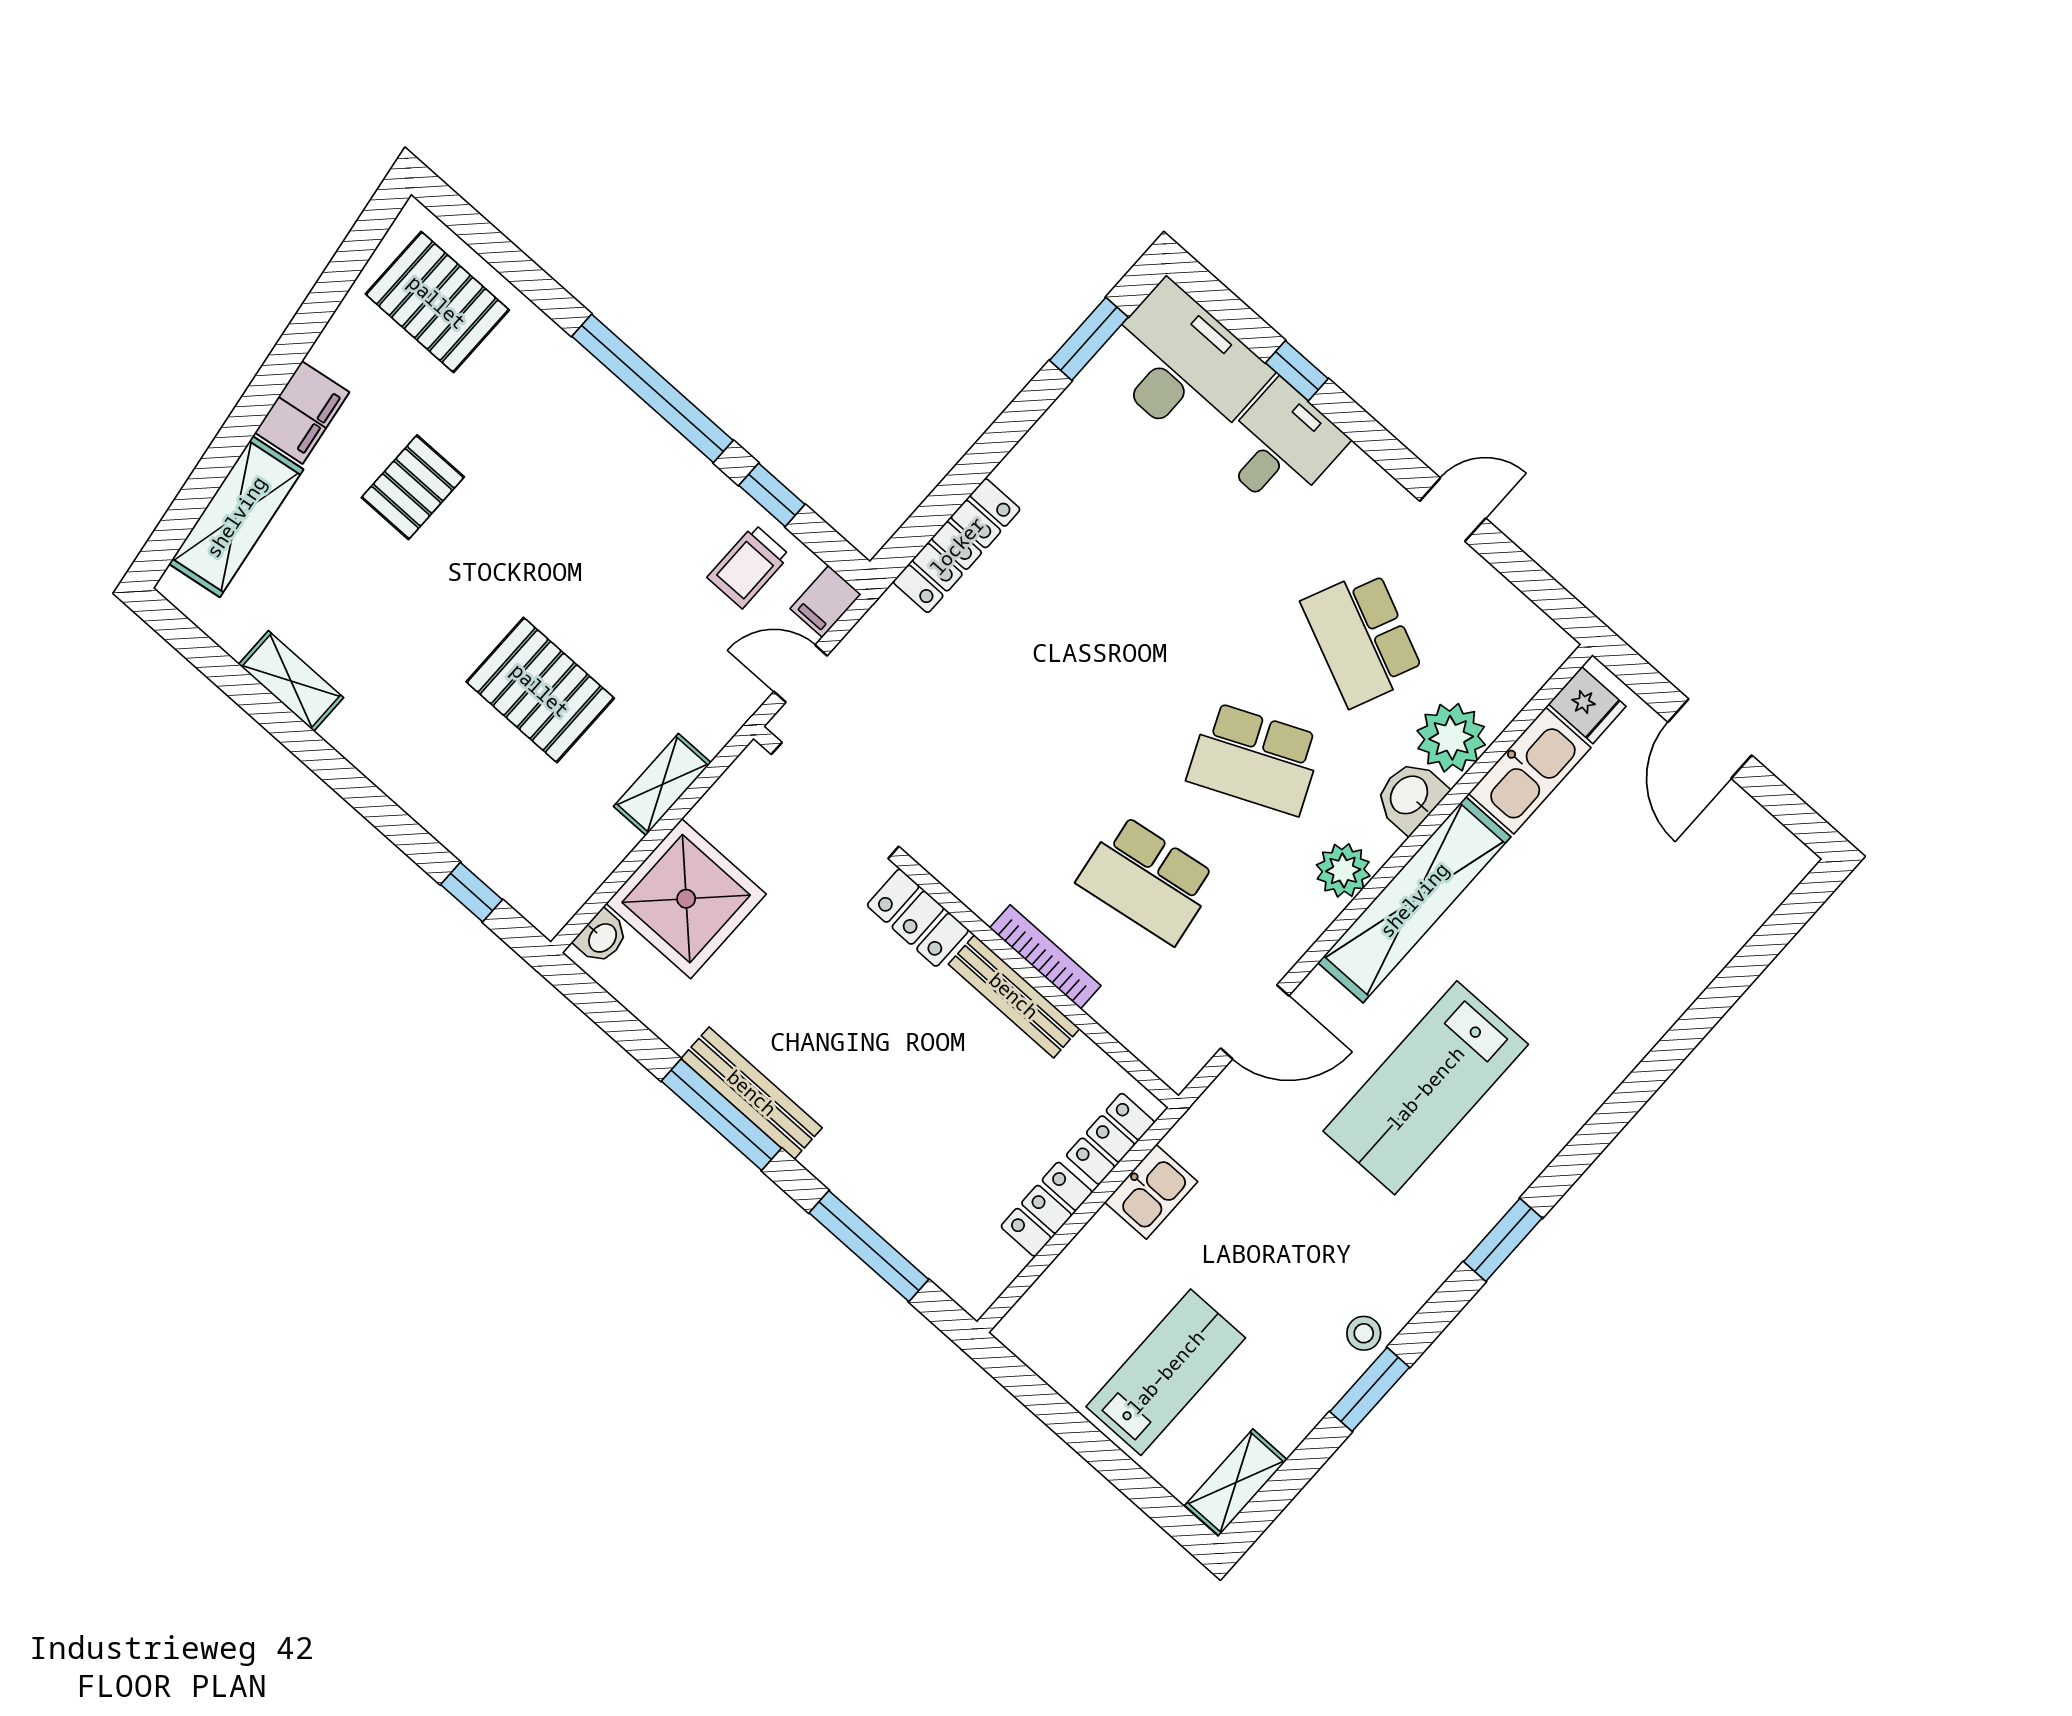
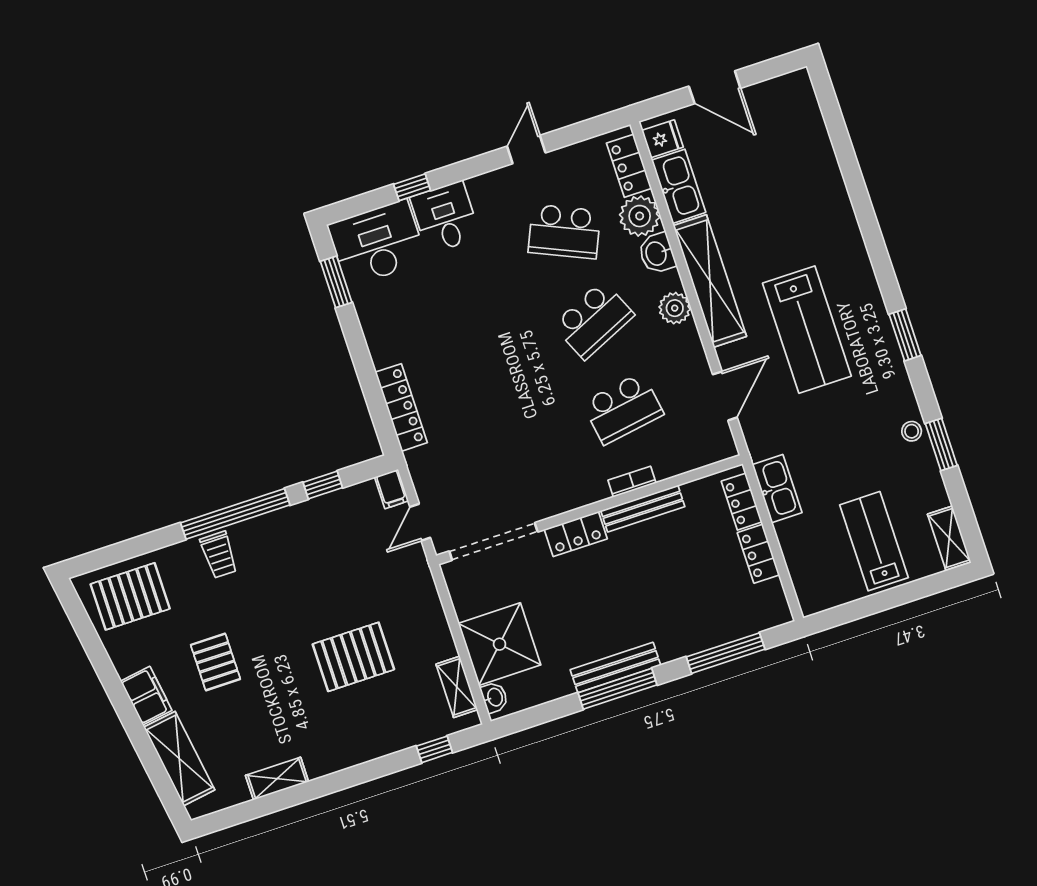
trolley: (748, 566) -> (219, 555), moved
locker: (1518, 678) -> (629, 166), added
shelving: (662, 784) -> (457, 687), moved
bookcase: (1045, 957) -> (632, 482), width x0.64
kitchen sink: (1151, 1192) -> (777, 489), width x1.38

